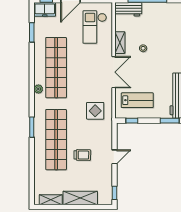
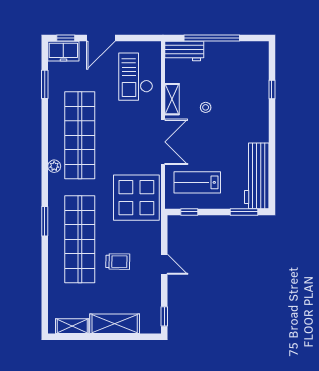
lab bench: (137, 100) -> (197, 182), turned 180
display table: (95, 111) -> (136, 198), width x1.86, depth x1.86
door: (114, 157) -> (164, 264), hinge flipped

